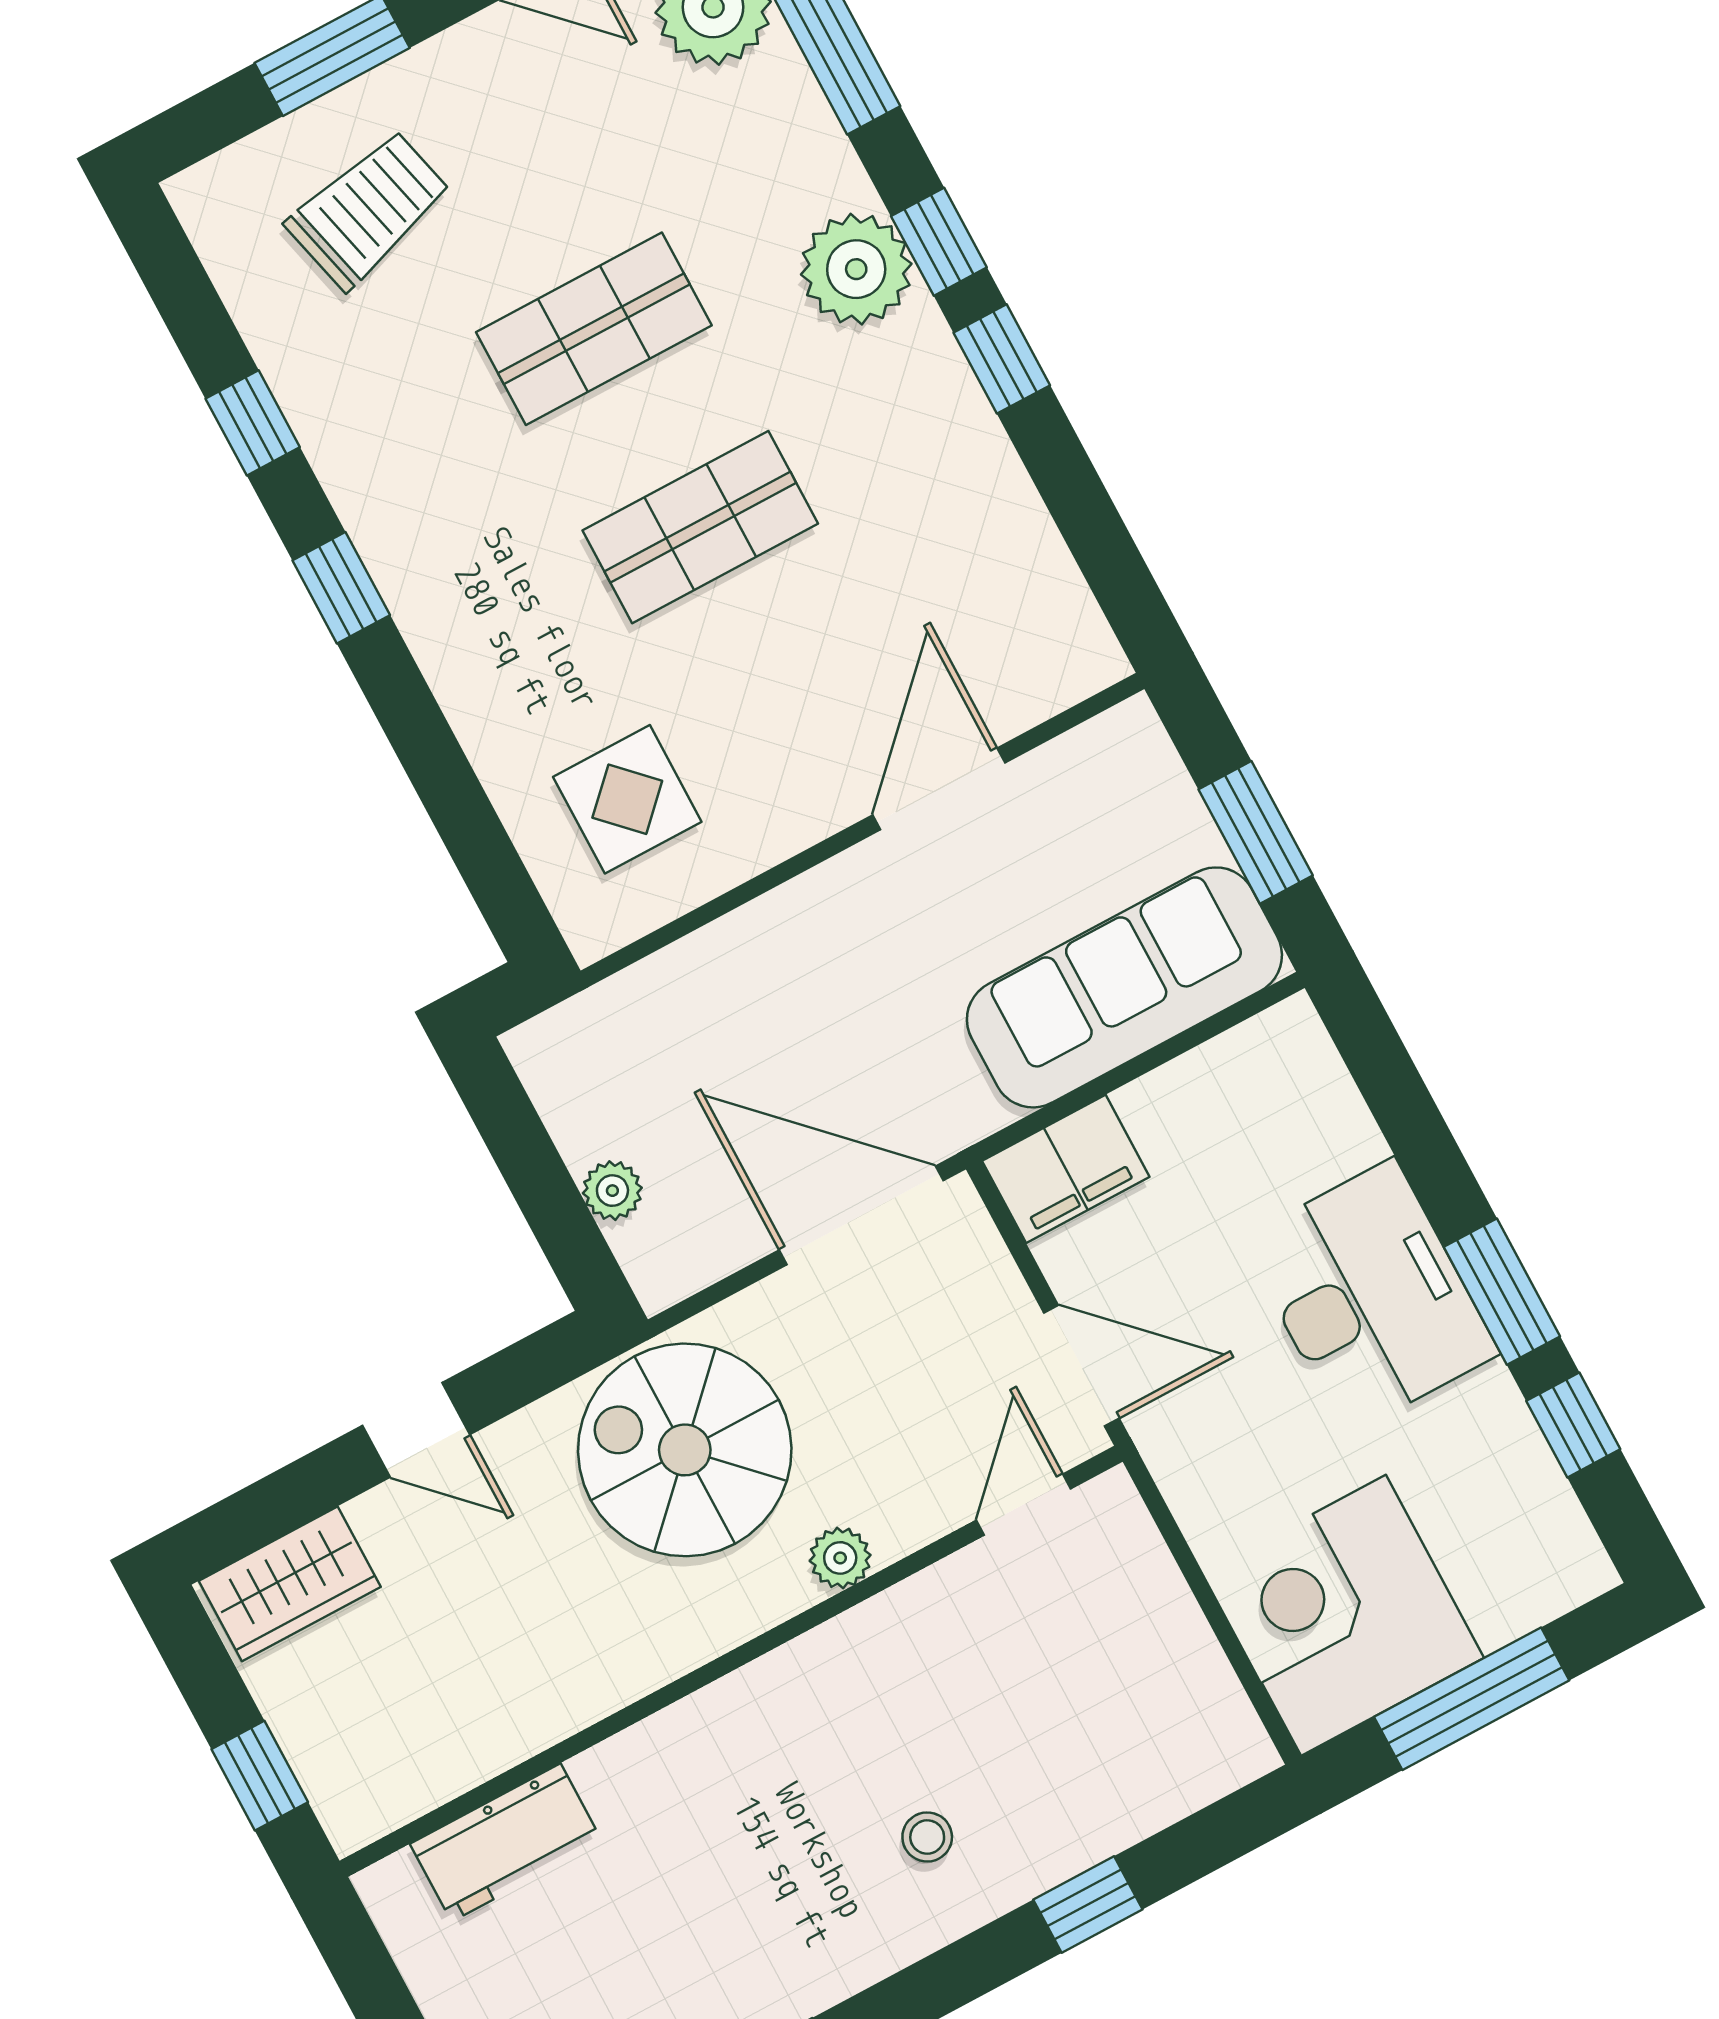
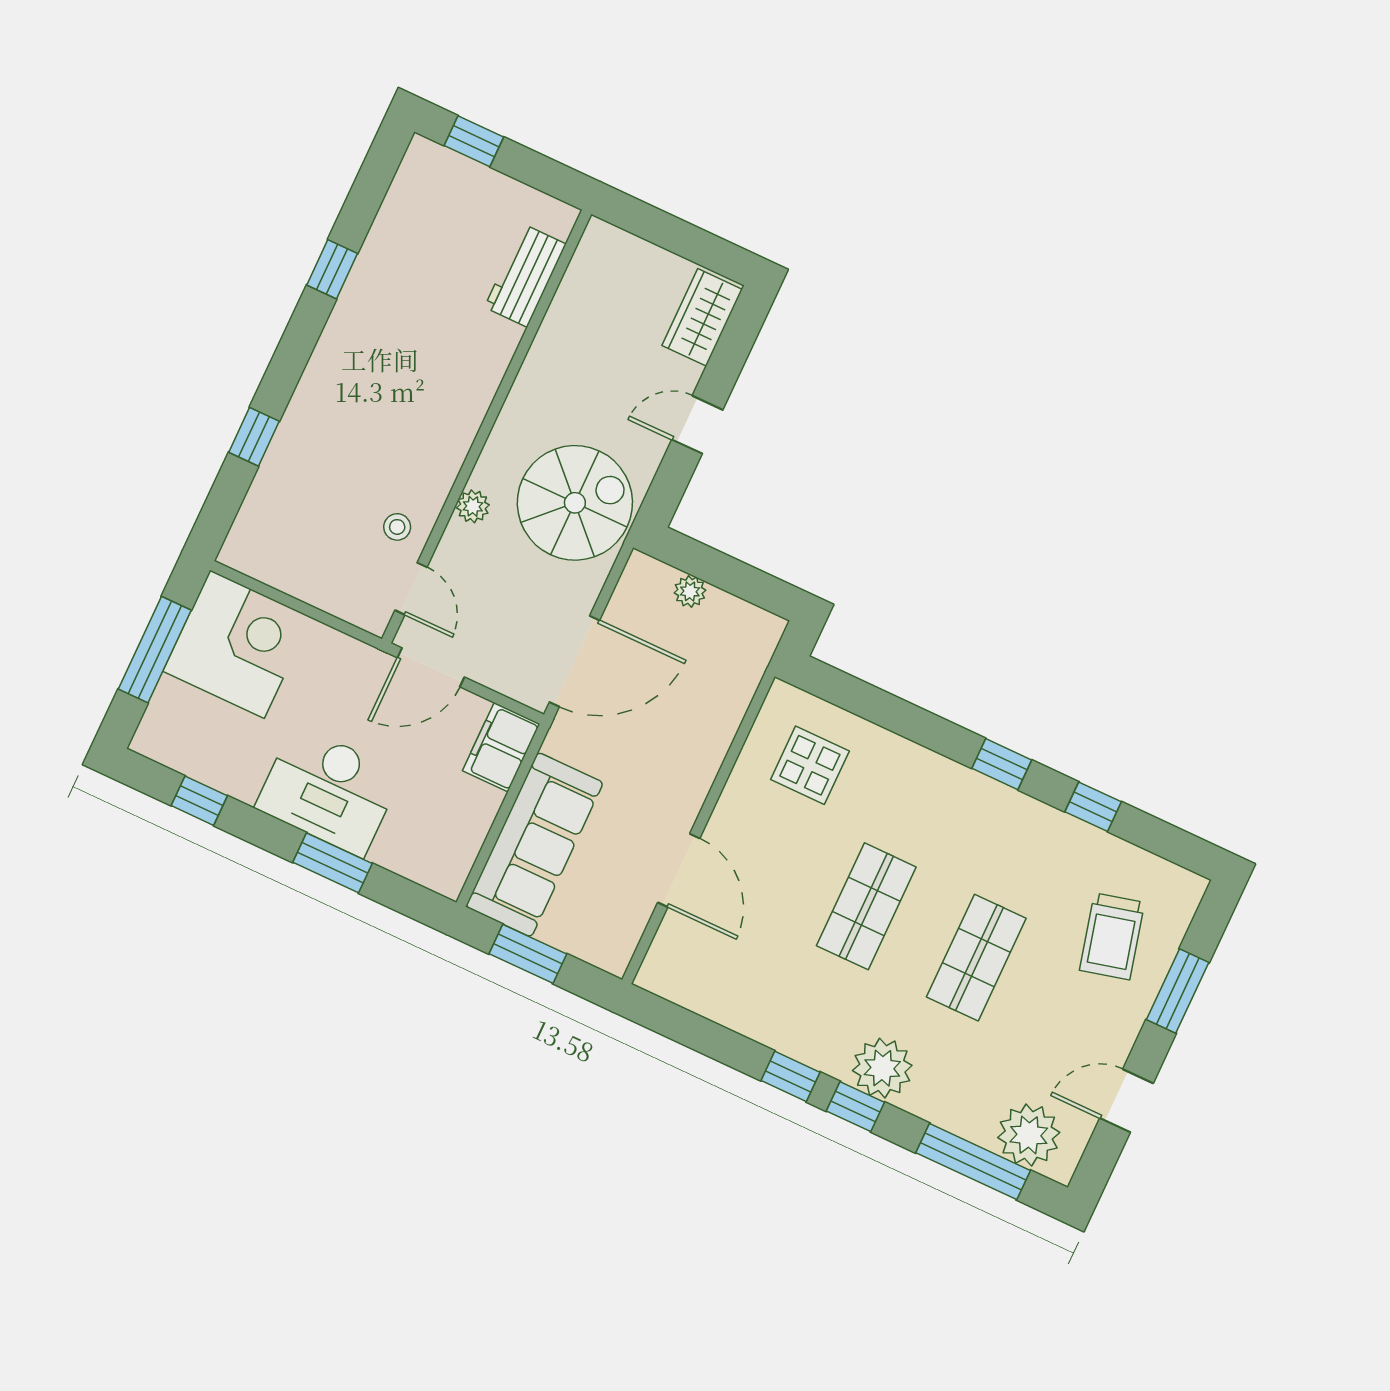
window: (1502, 1292) -> (333, 863), moved
window: (260, 1776) -> (653, 225), removed
stool: (927, 1837) -> (397, 527), moved

